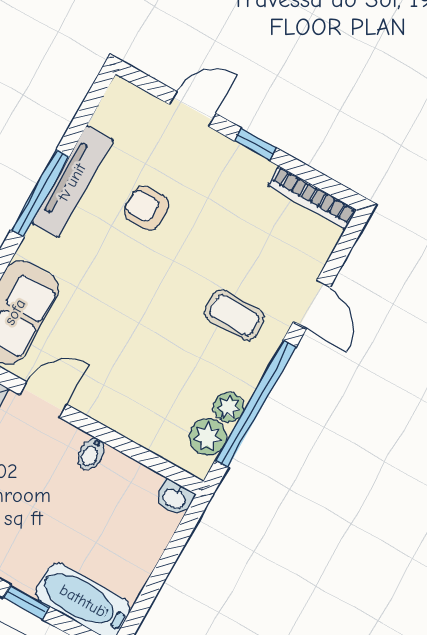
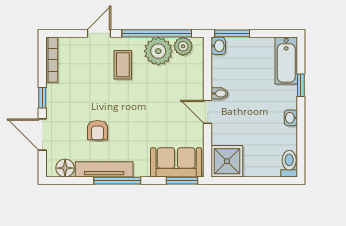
door: (192, 109) -> (42, 134), width x1.38
floor lamp: (113, 115) -> (65, 168), added
door: (43, 400) -> (208, 112), moved
plant: (228, 407) -> (158, 51), width x1.88, depth x1.88
window: (182, 534) -> (232, 33), added

